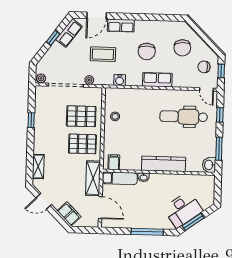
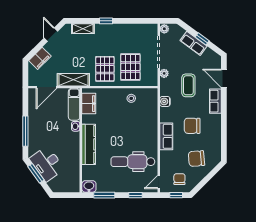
row of seats: (69, 33) -> (193, 43), moved
dental chair: (184, 117) -> (133, 162), turned -90
window: (31, 120) -> (106, 21), moved
filing cabinet: (114, 162) -> (89, 104), width x2.00

